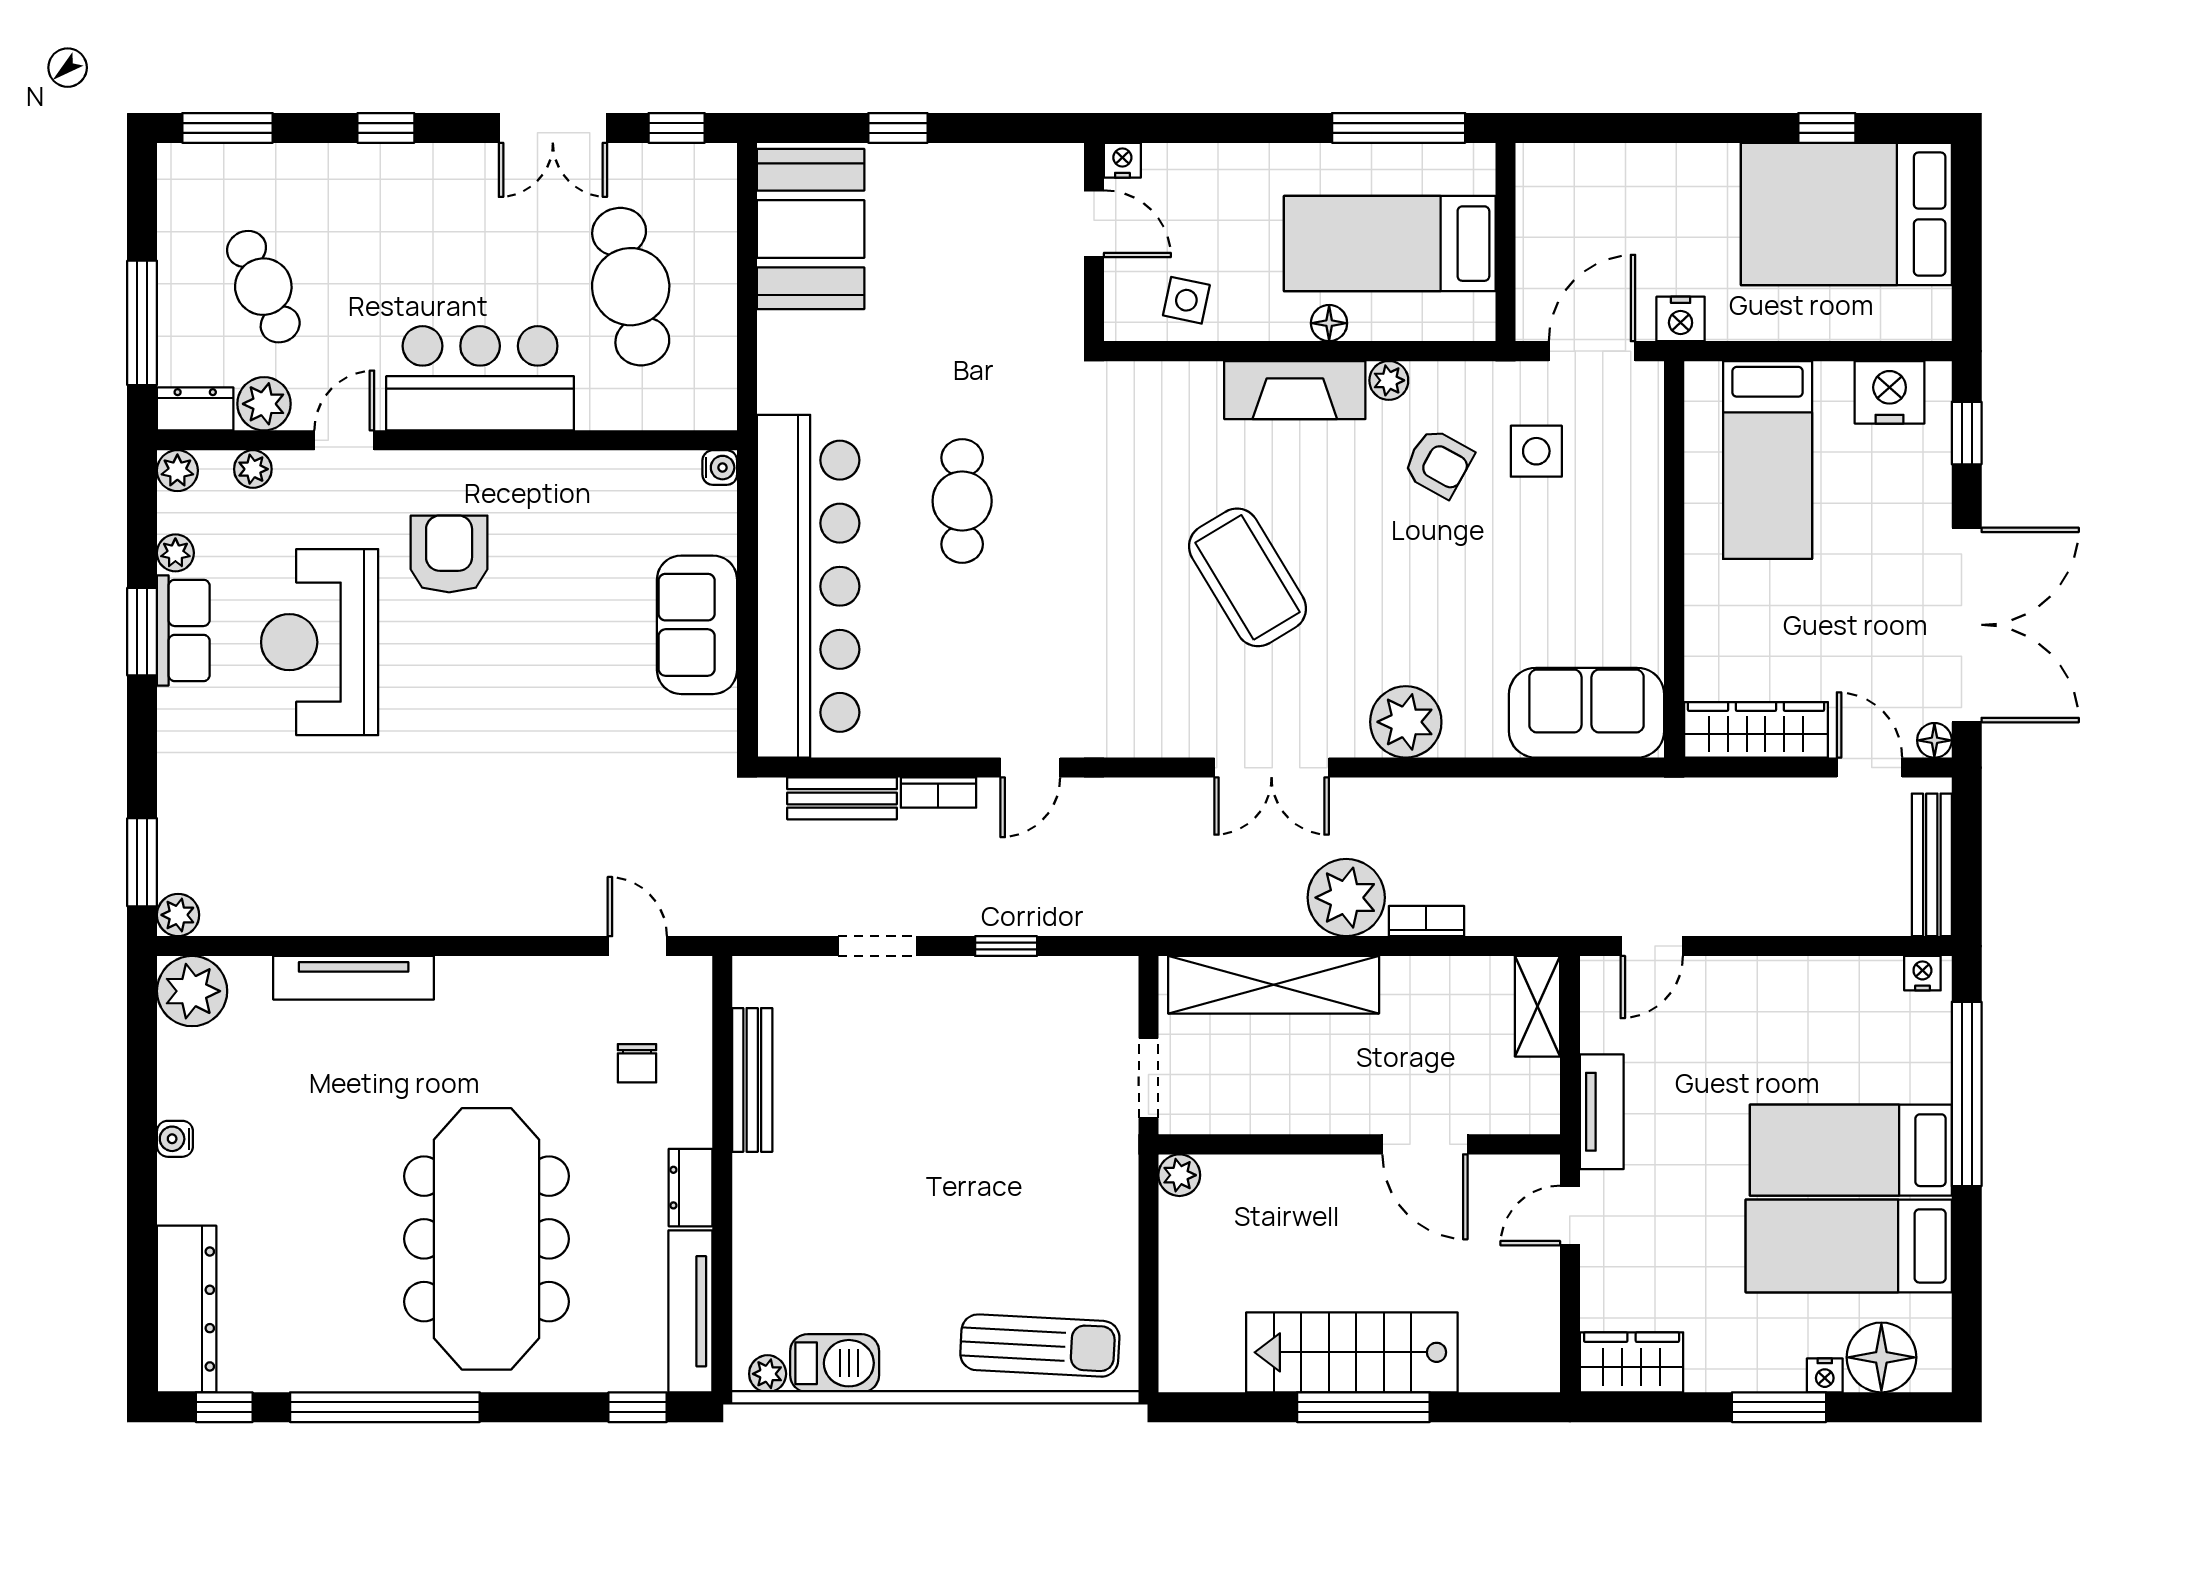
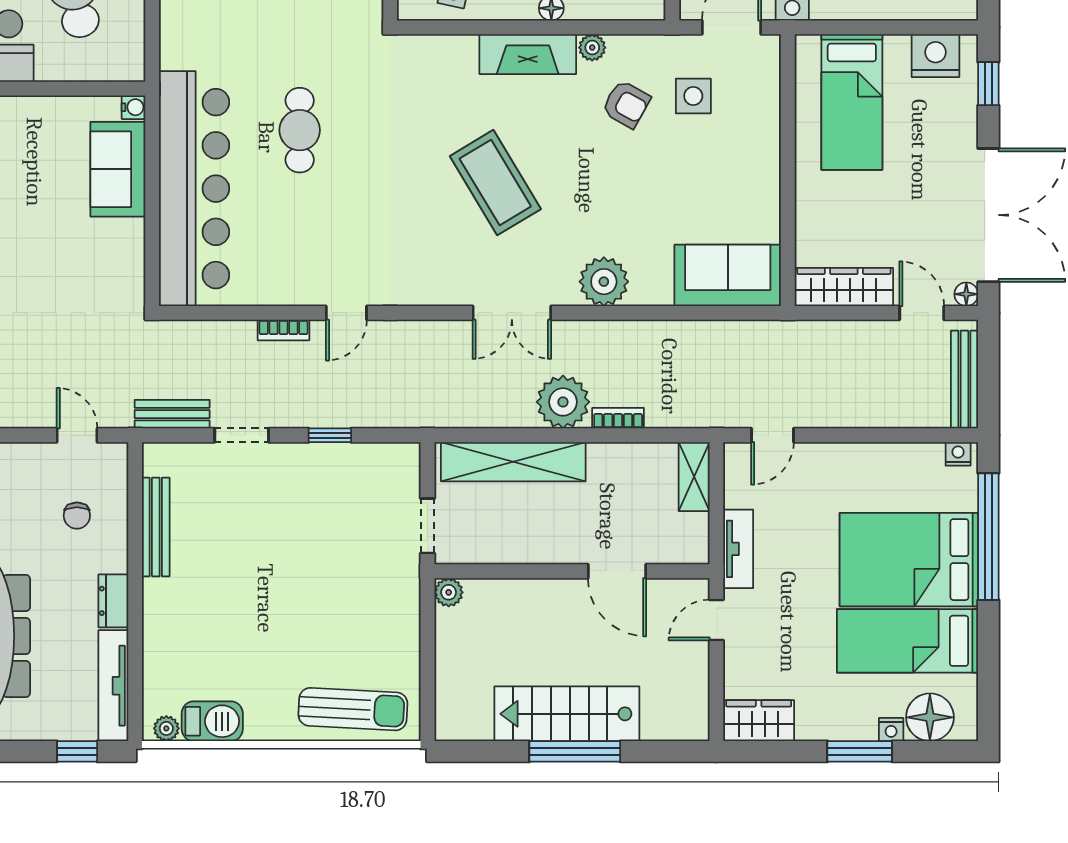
sofa: (697, 625) -> (118, 169), moved
bench: (842, 798) -> (172, 414), moved
bed: (1851, 1150) -> (909, 560), width x1.50

